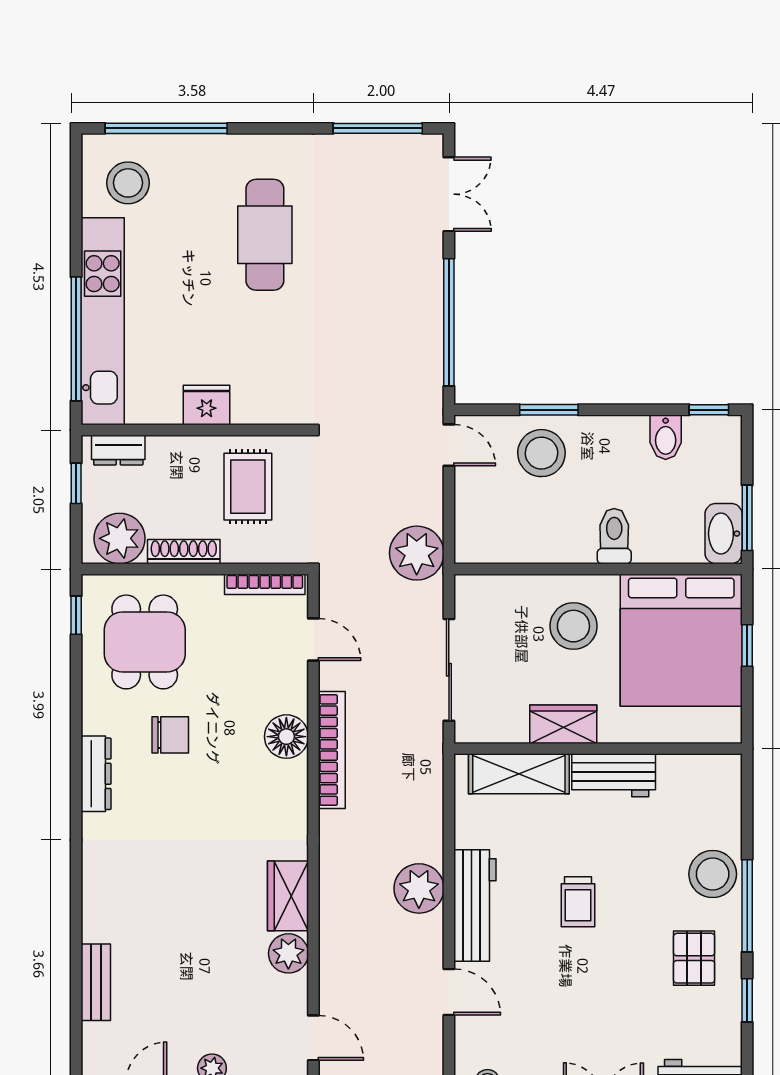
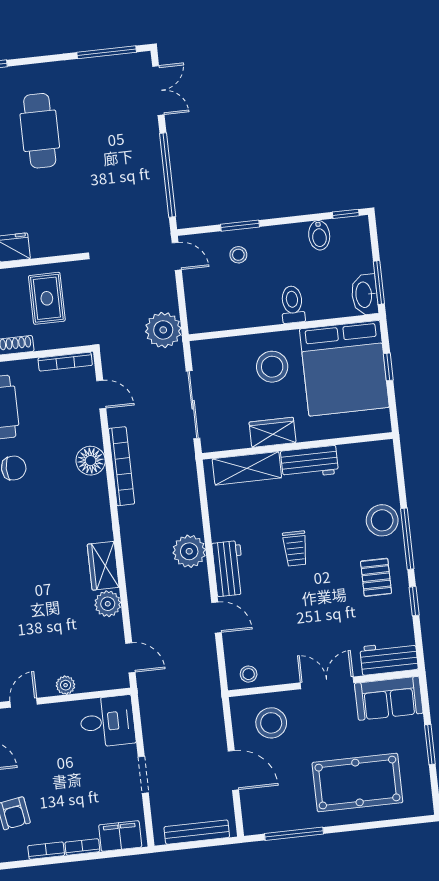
stool: (541, 453) -> (238, 255), width x0.53, depth x0.53
workbench: (475, 906) -> (229, 569), width x0.73

